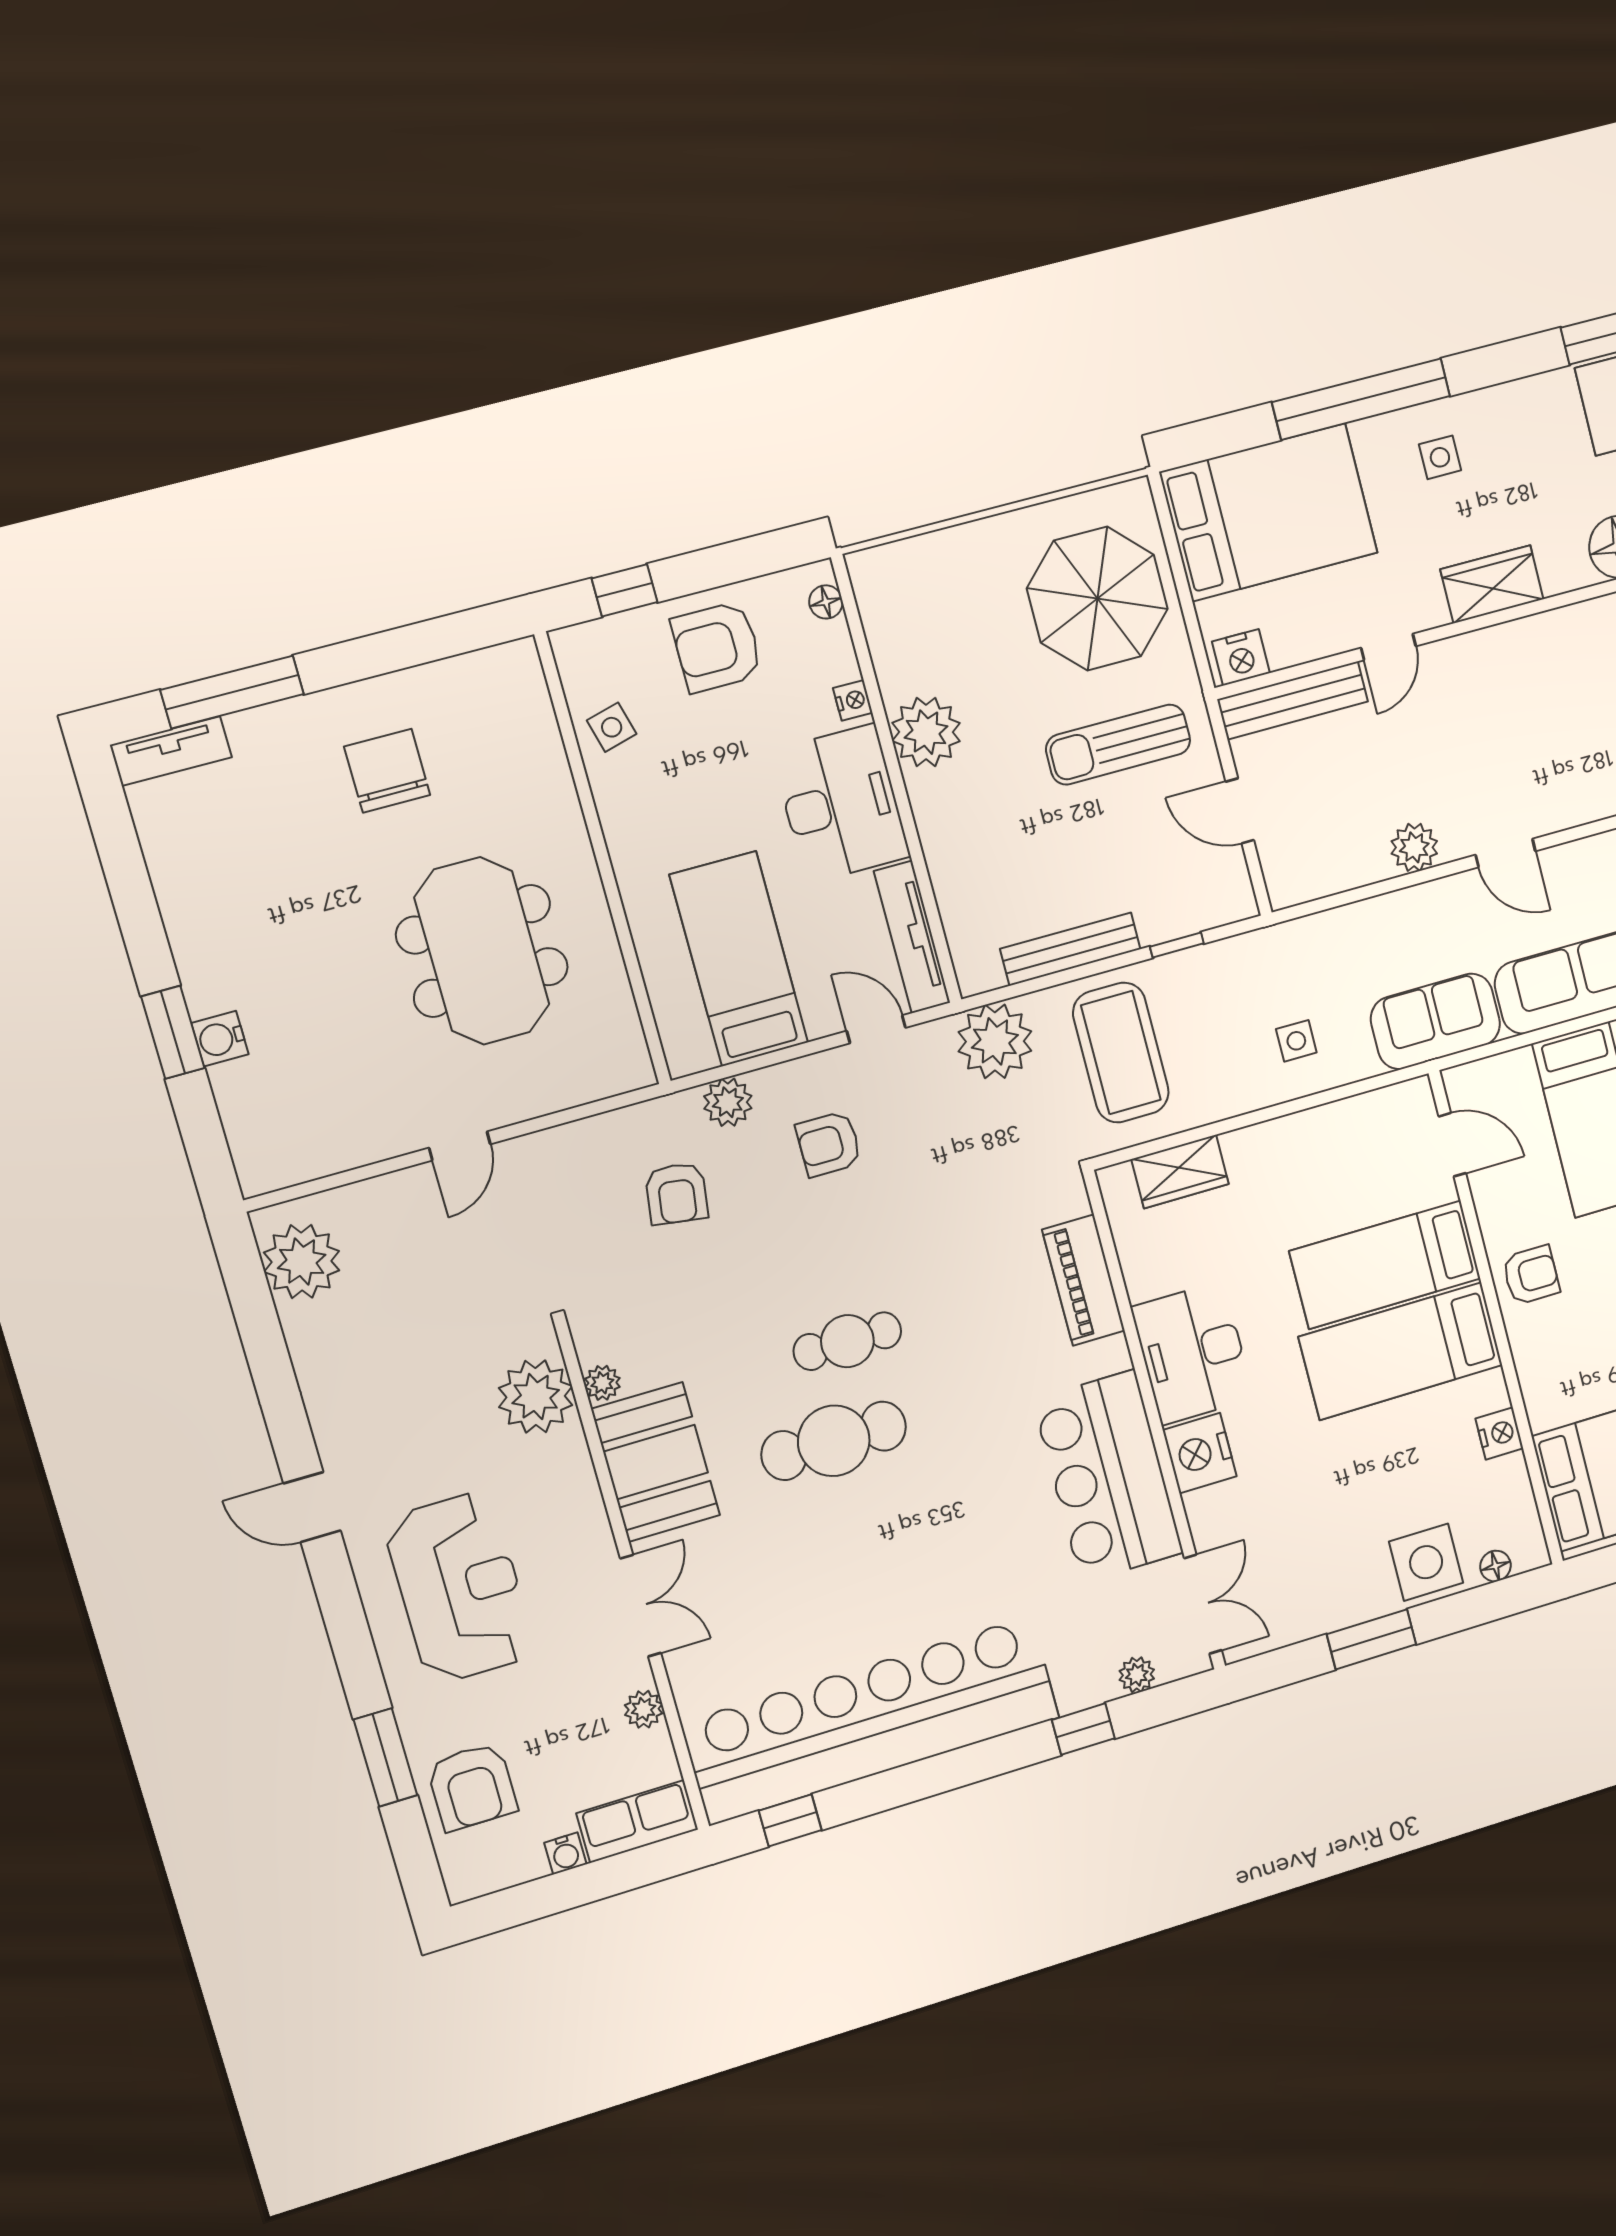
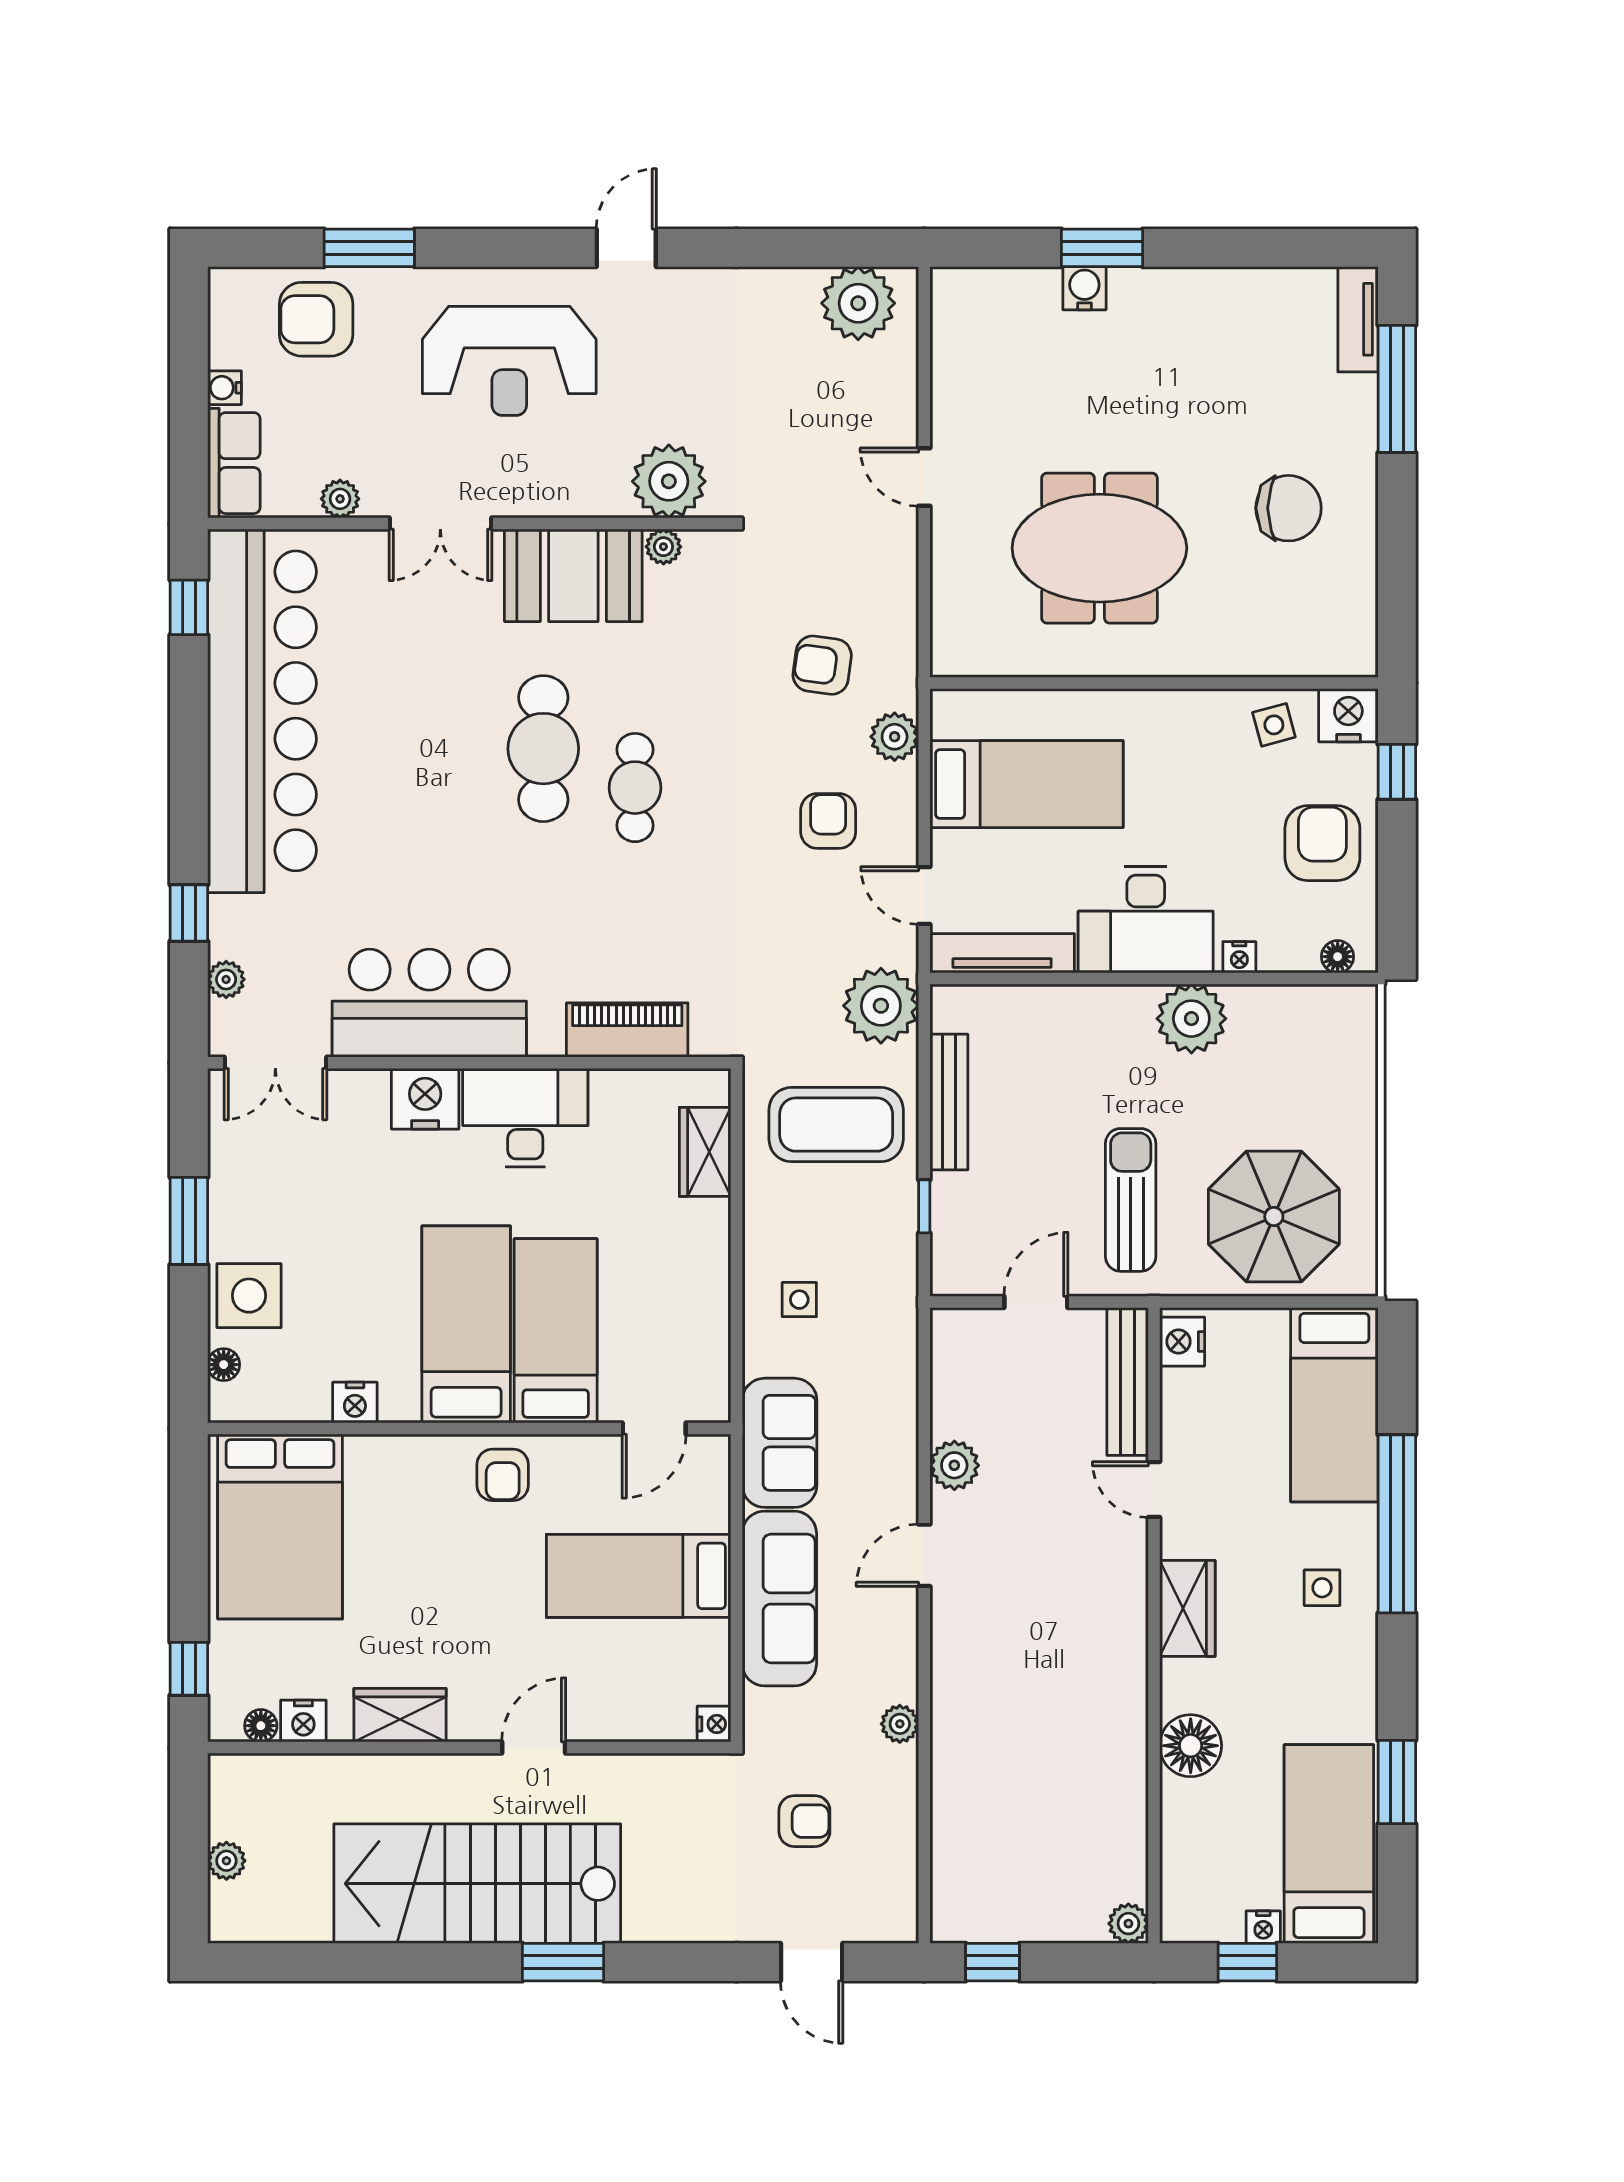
bed: (1269, 512) -> (1334, 1405), width x0.67
nightstand: (581, 654) -> (1348, 715), added
door: (876, 1029) -> (924, 896), swing flipped

